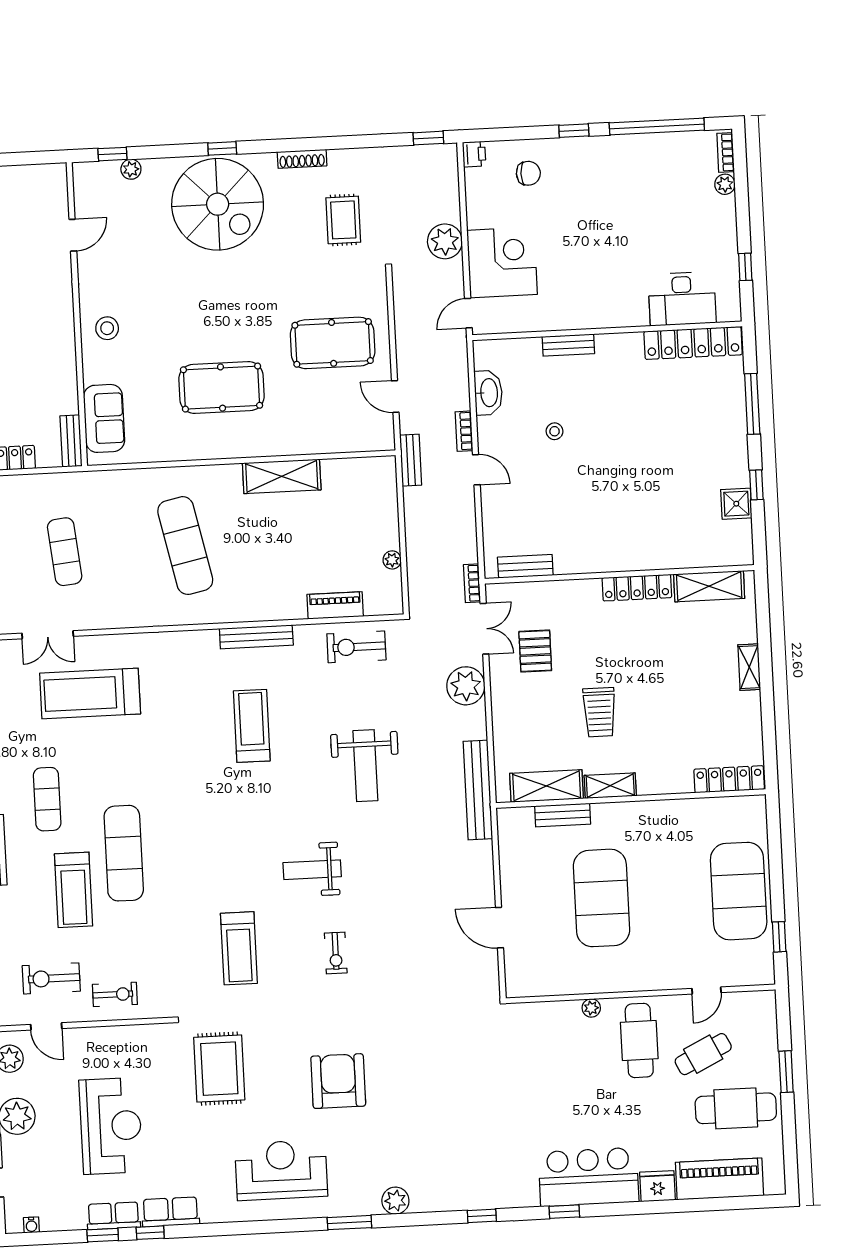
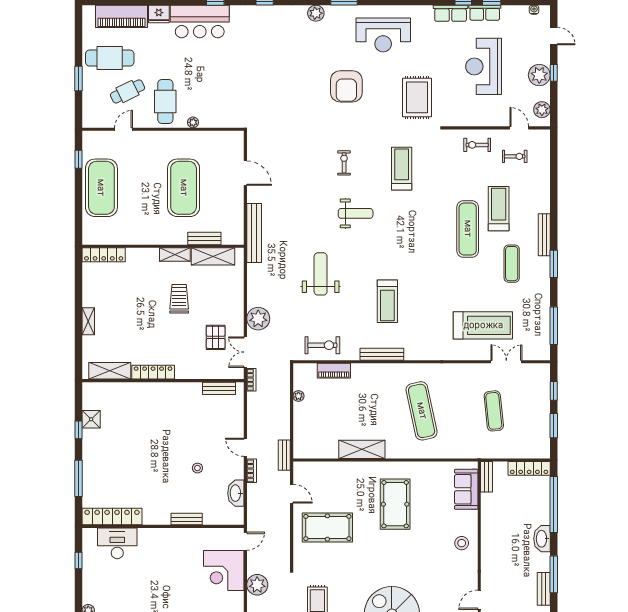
pool table: (222, 388) -> (395, 504), turned 90
bench: (478, 790) -> (254, 233), moved
exercise bike: (51, 978) -> (515, 156), width x0.73, depth x0.72

